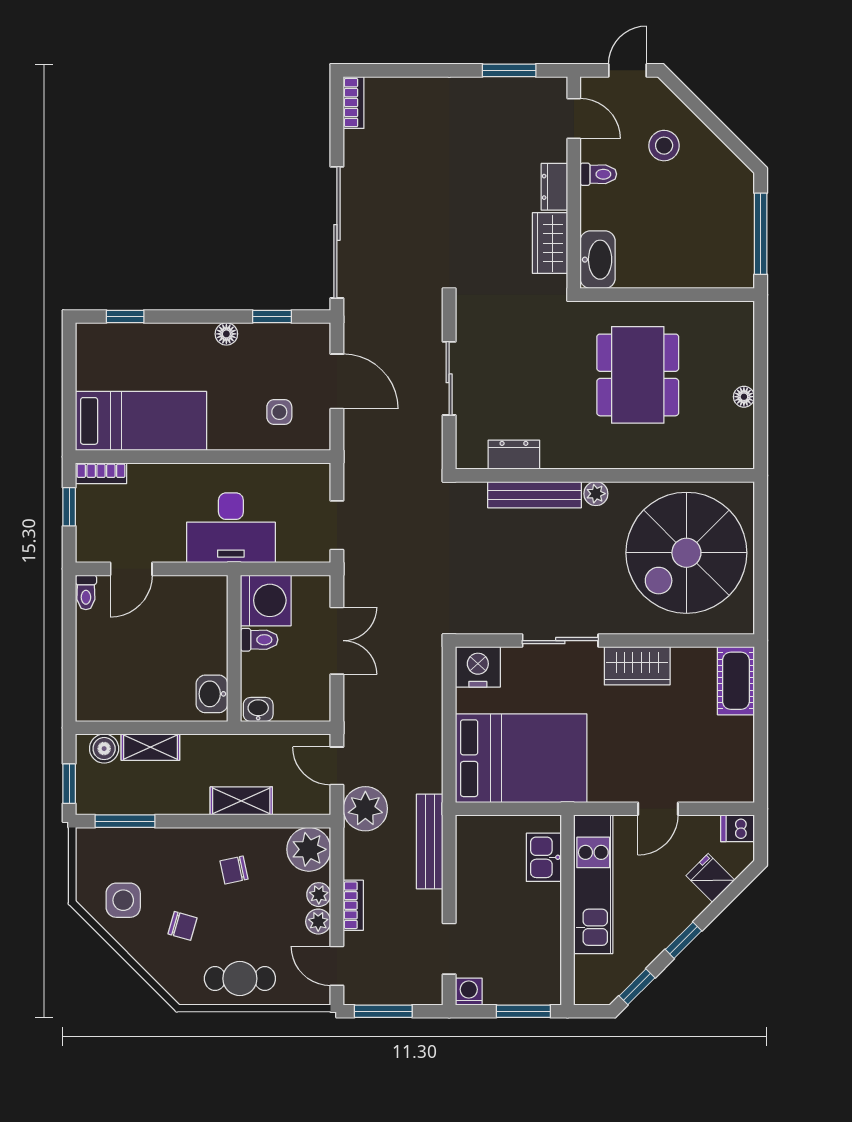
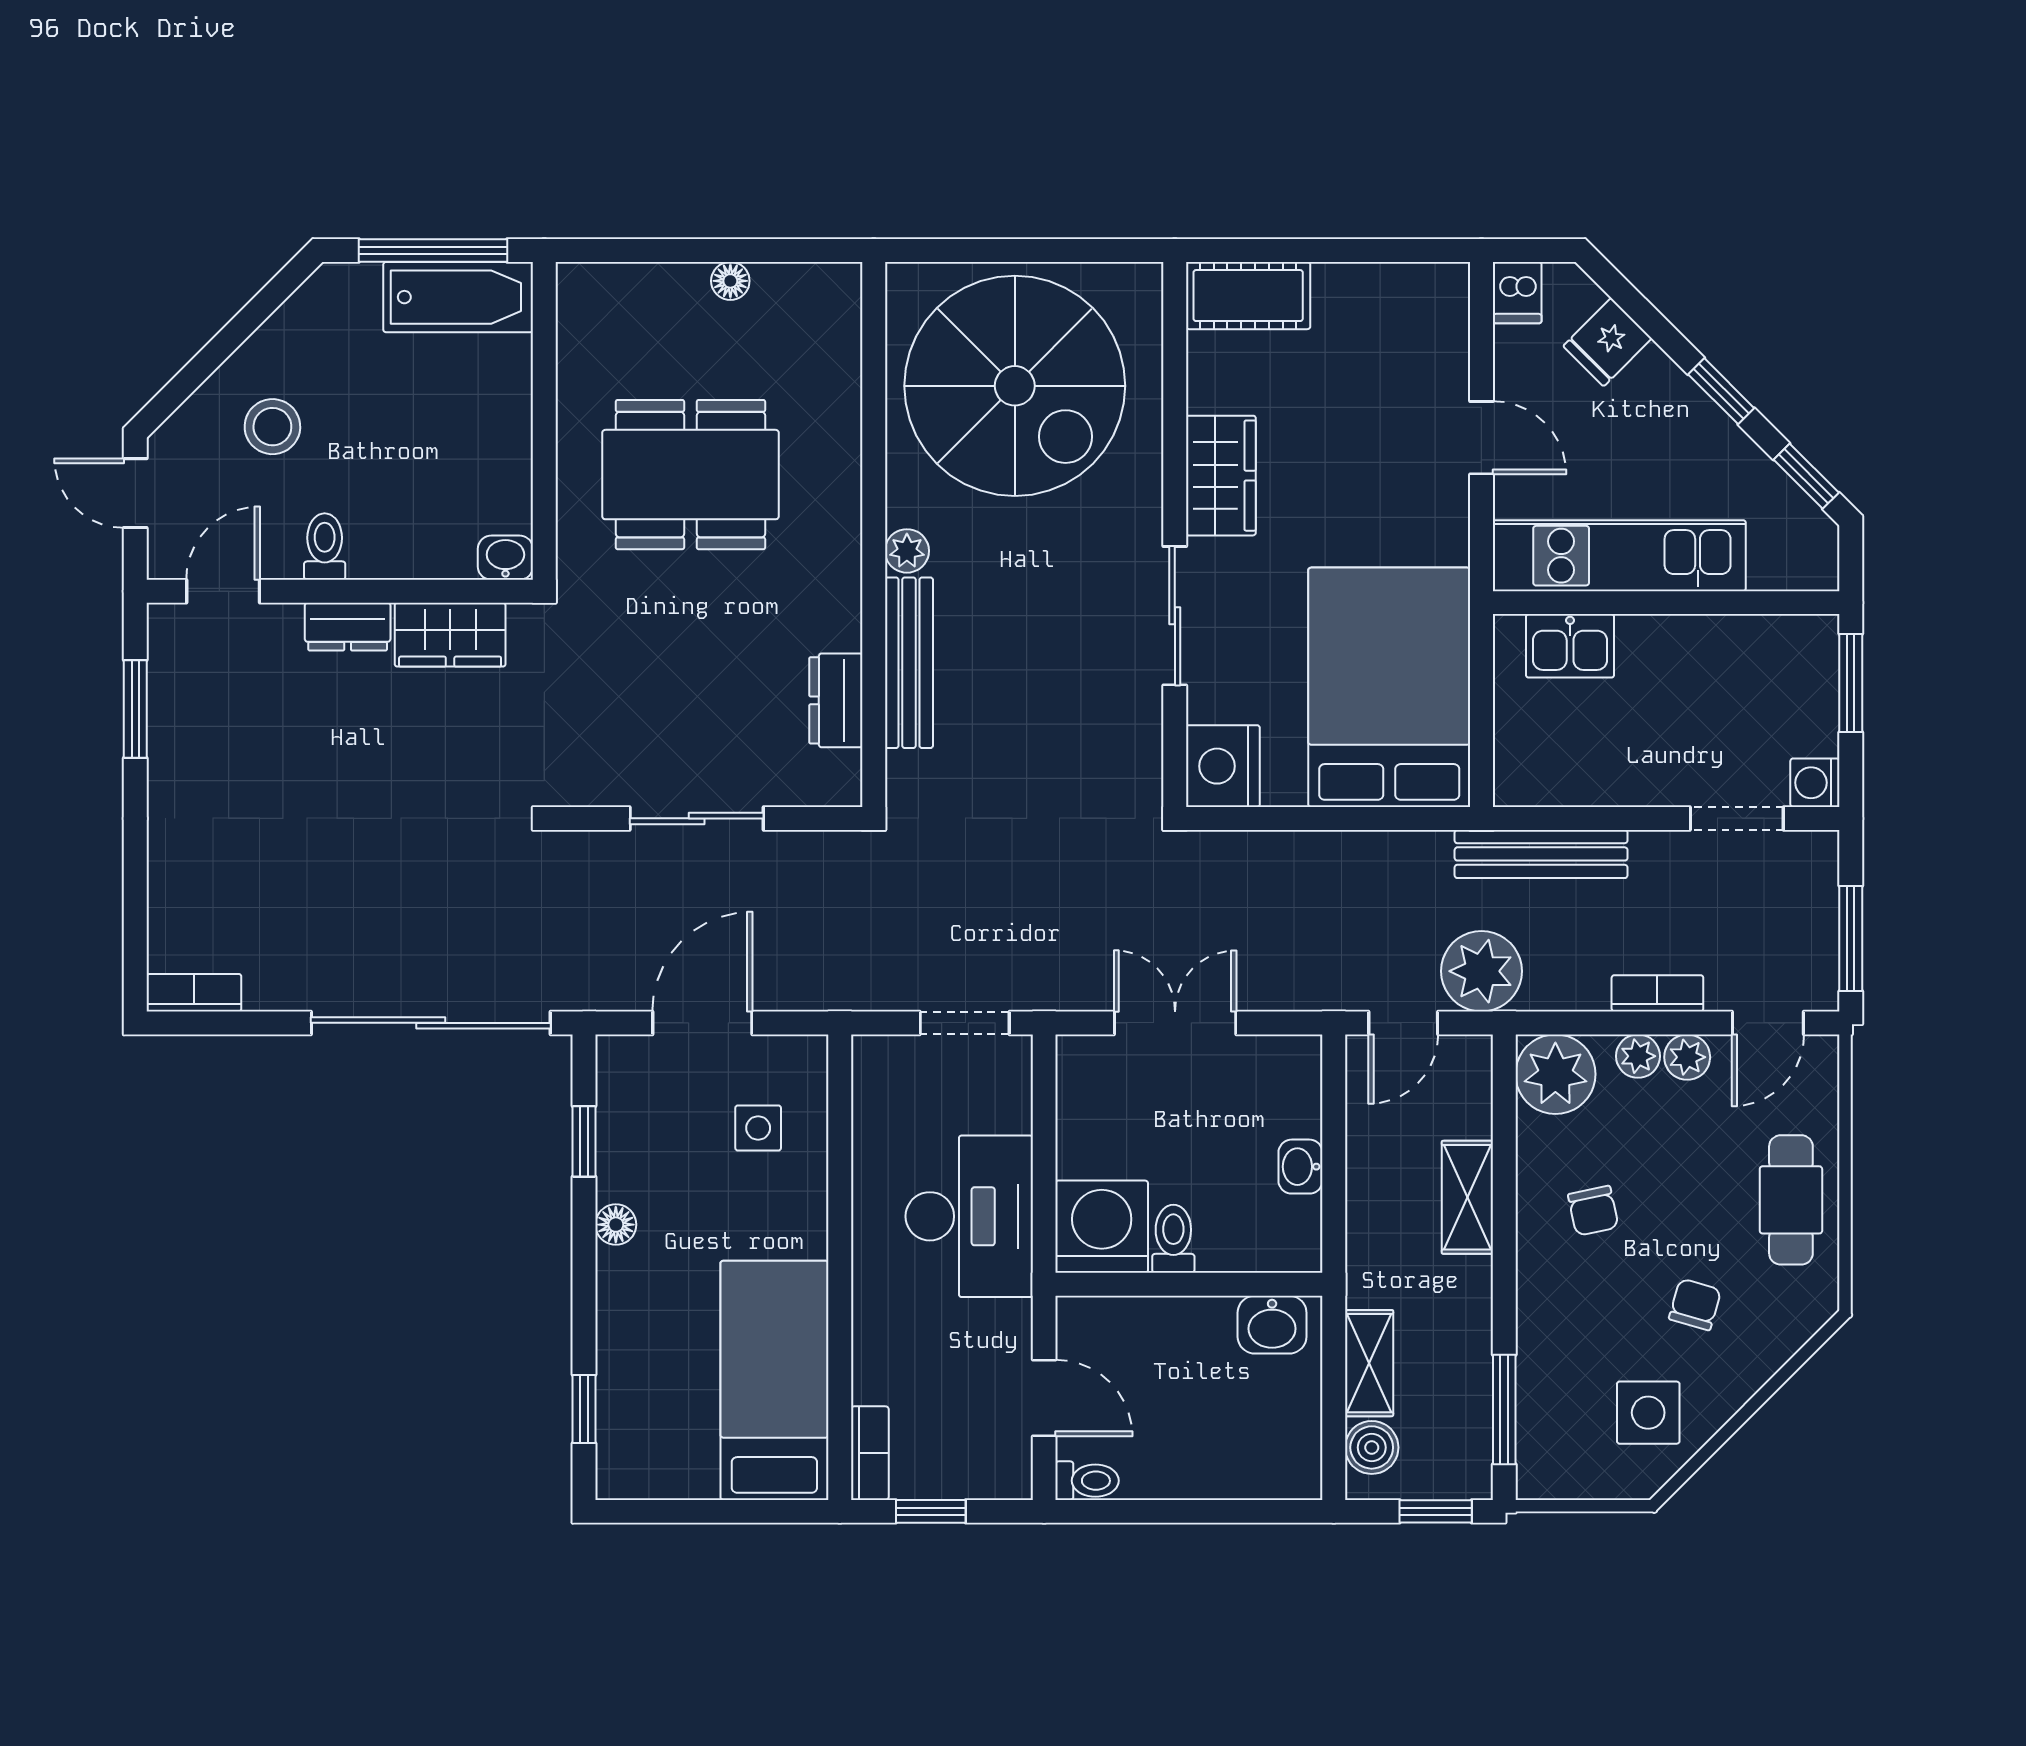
bathtub: (735, 247) -> (458, 297), added
washbasin: (598, 260) -> (505, 558), width x0.52, depth x0.69
washing machine: (266, 600) -> (1102, 1227), moved
toilet: (259, 640) -> (1173, 1239), moved
wall: (234, 648) -> (1189, 1284), moved
washbasin: (212, 694) -> (1272, 1325), moved

